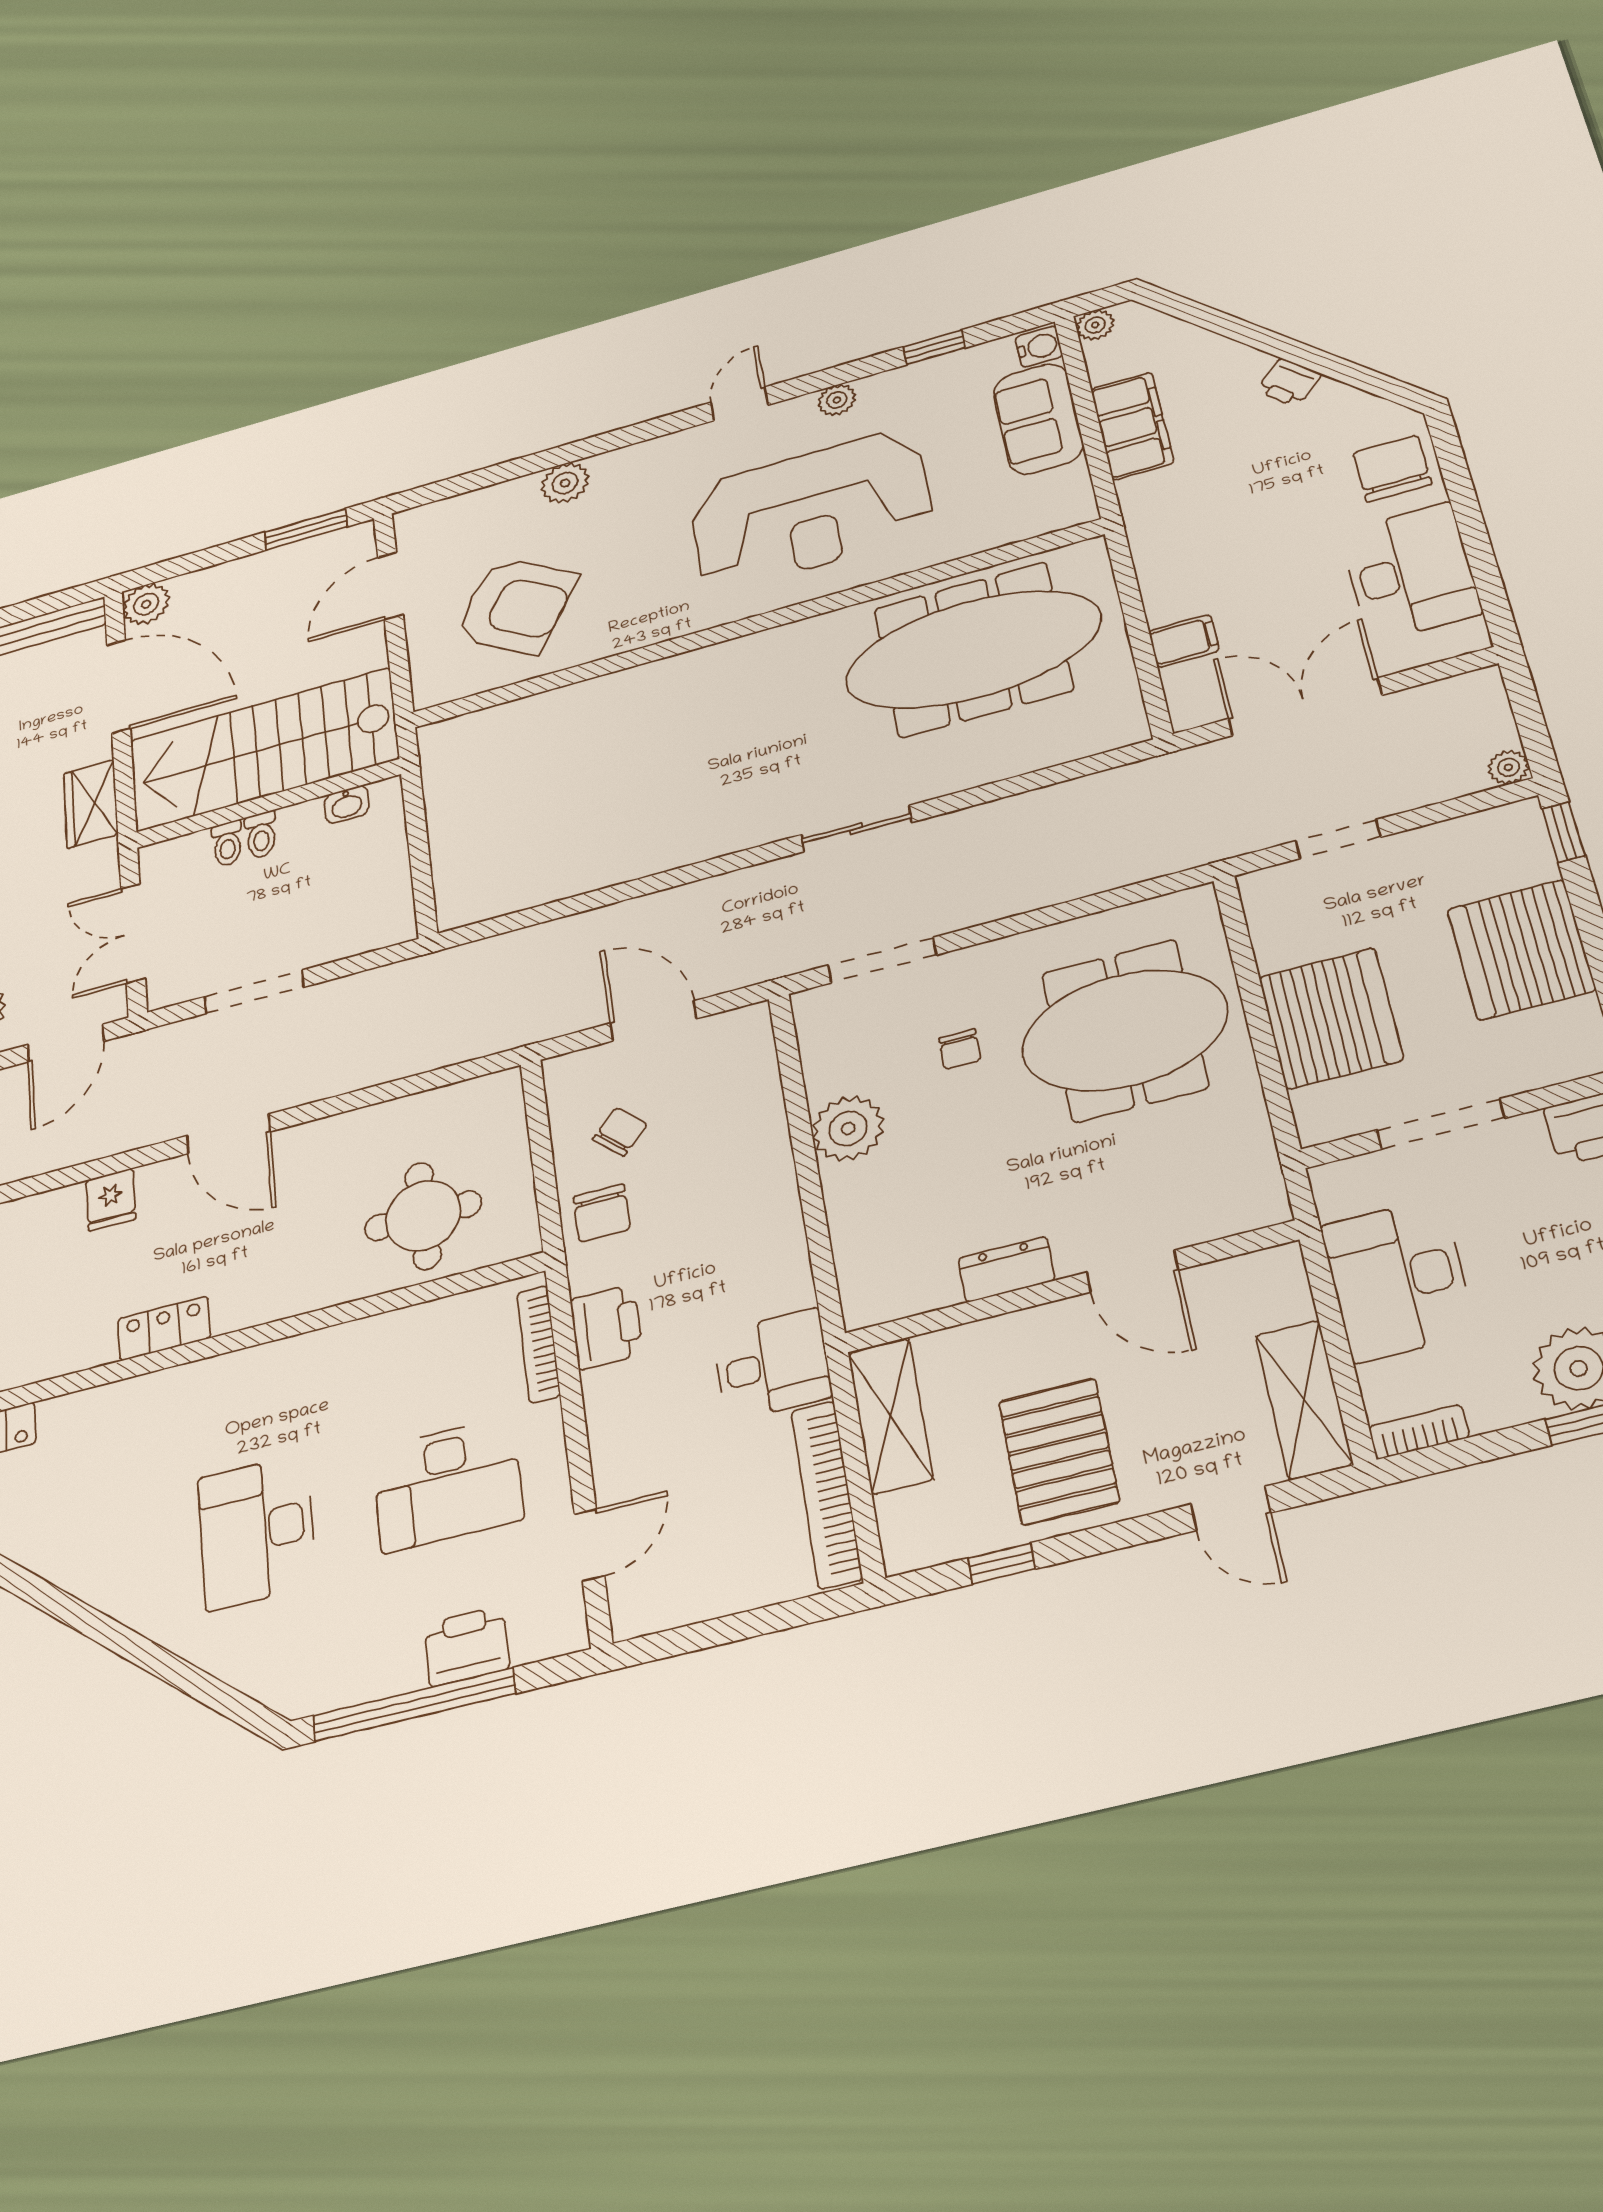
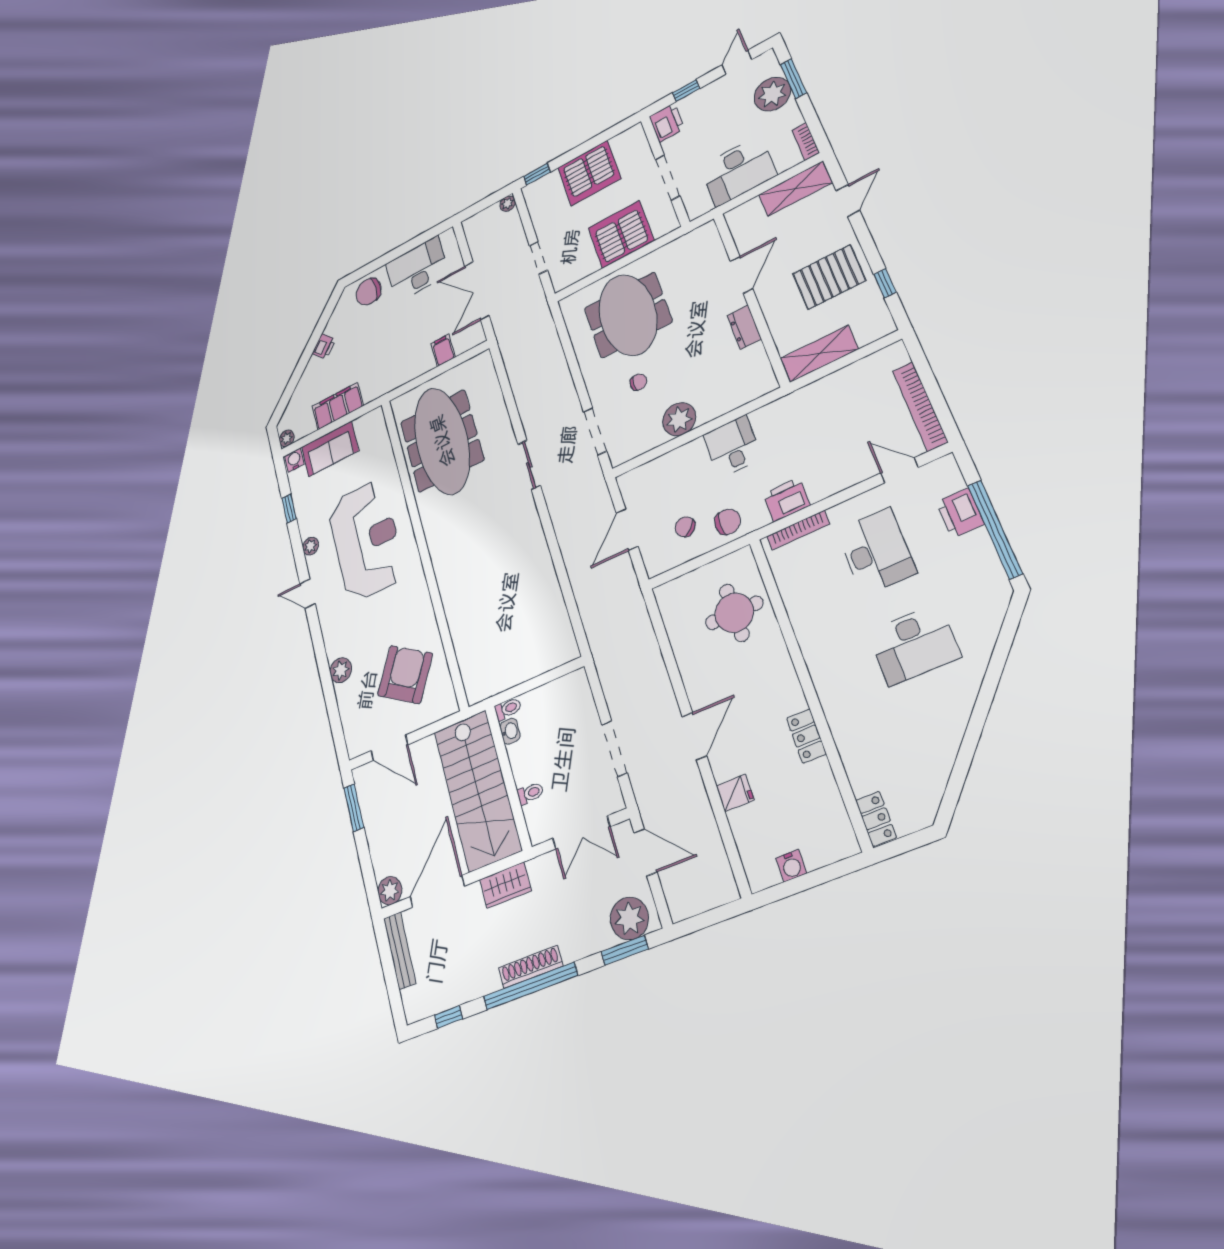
toilet: (261, 835) -> (508, 709), moved
desk: (772, 1365) -> (732, 447), moved
bookcase: (827, 1494) -> (920, 406), moved, turned 90

